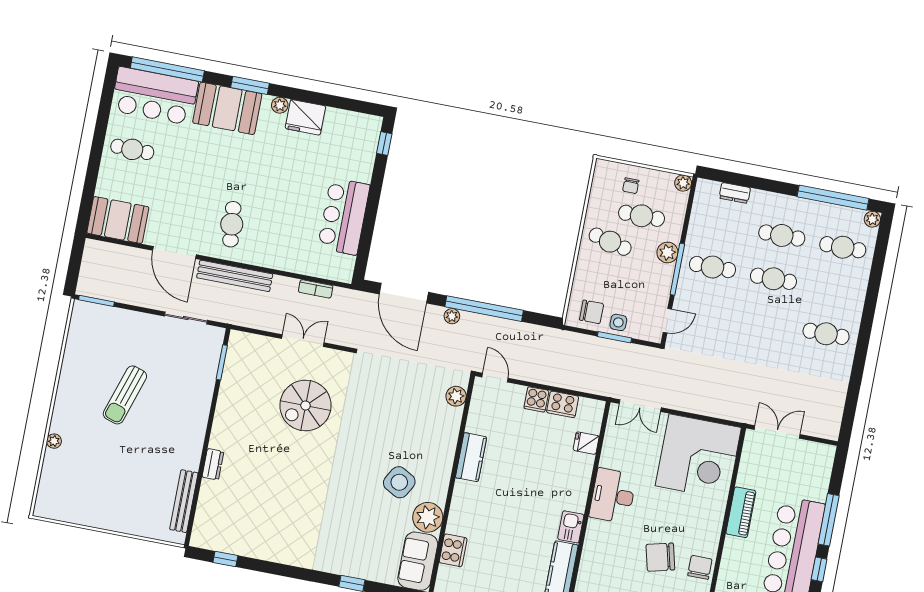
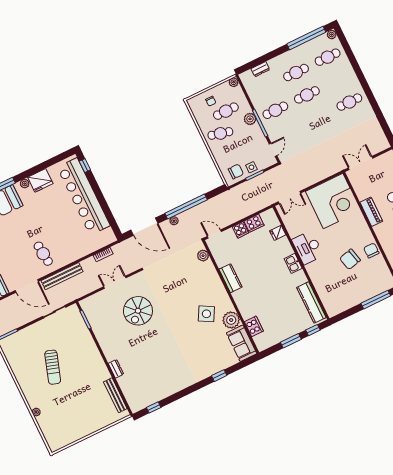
bar counter: (344, 216) -> (84, 196), width x1.86
kitchen sink: (571, 527) -> (293, 263), moved

